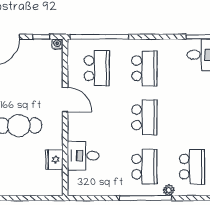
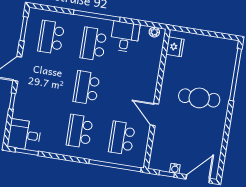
water cooler: (57, 44) -> (175, 168), moved
desk: (83, 156) -> (125, 37), moved, turned -90
fridge: (54, 160) -> (175, 47), moved
plant: (169, 190) -> (154, 32), moved

